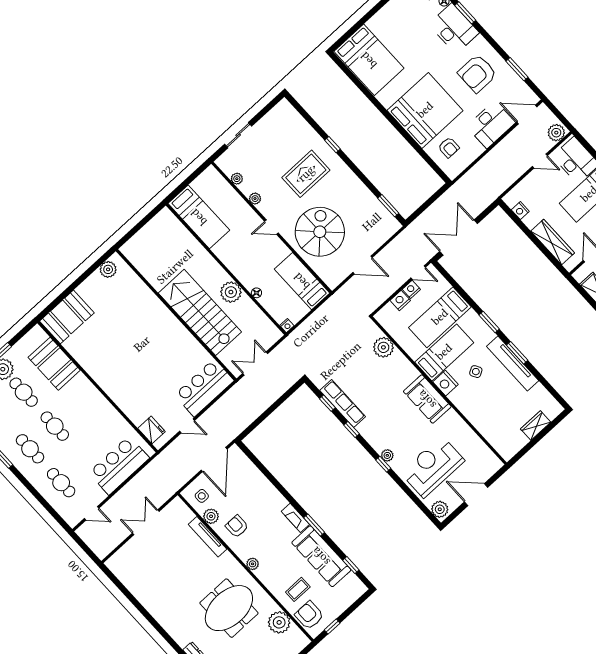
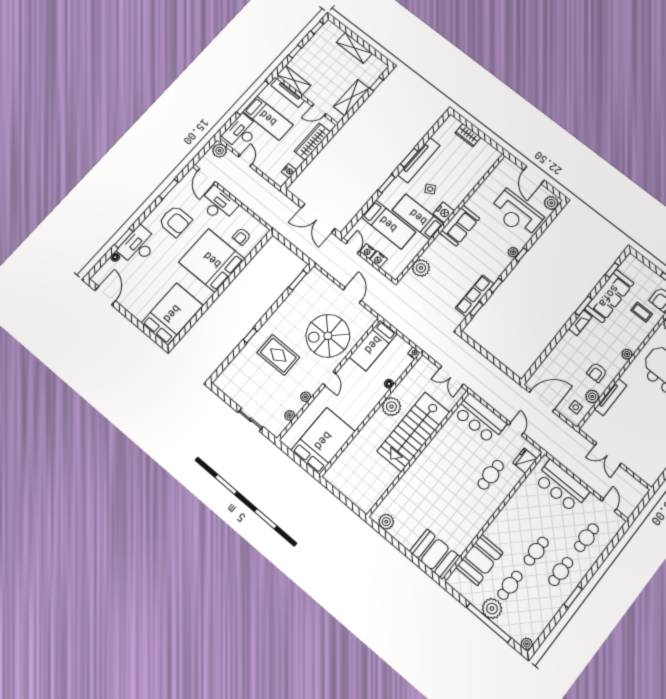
armchair: (449, 147) -> (242, 236), turned 180
bed: (199, 217) -> (323, 441), width x1.50
cafe table: (142, 390) -> (491, 475), added

